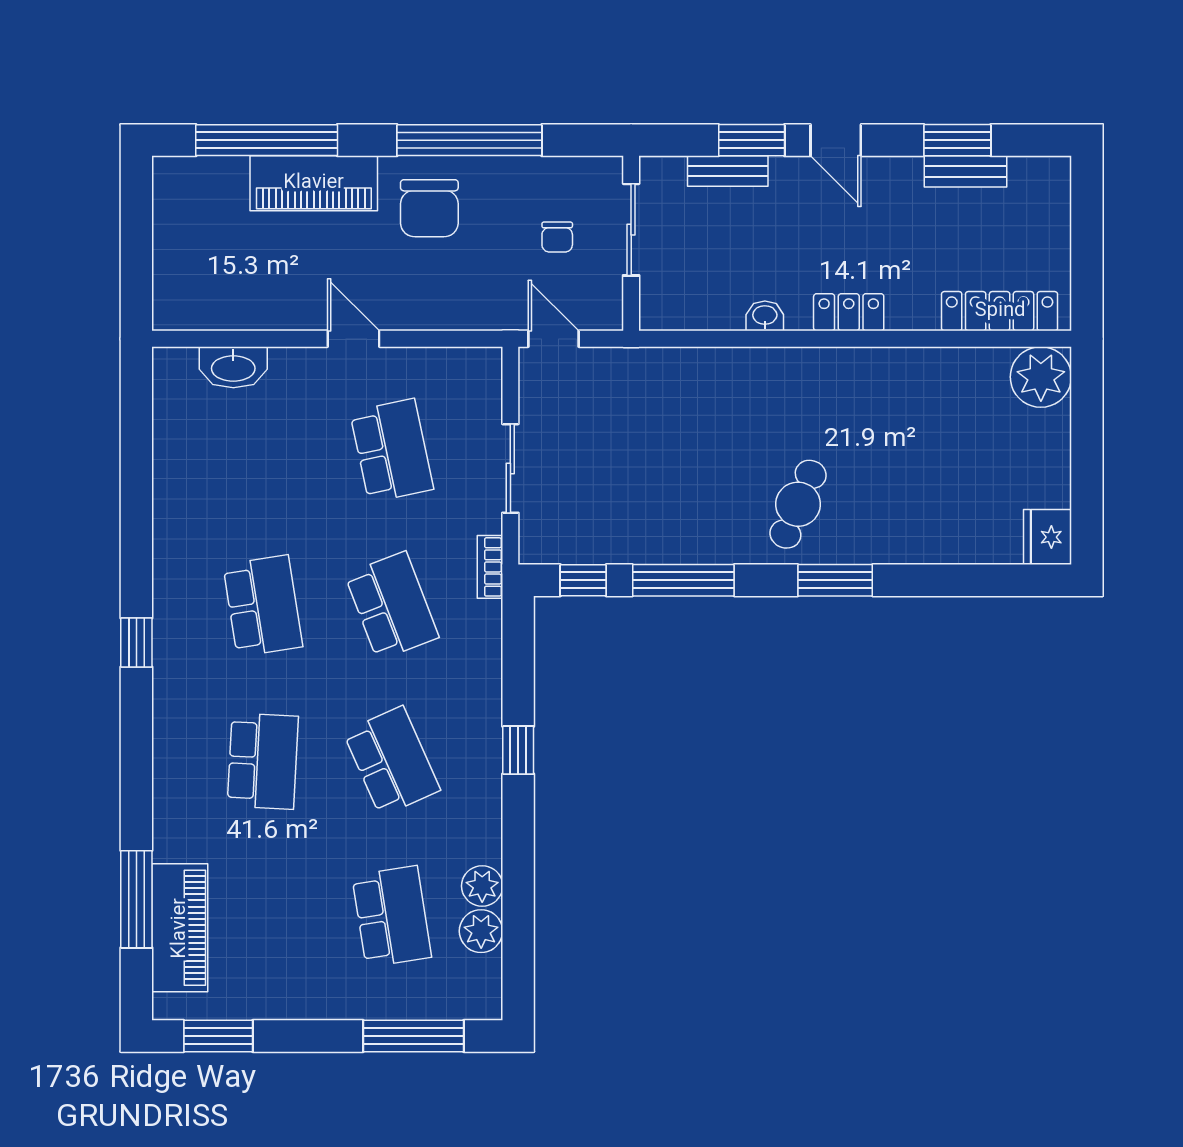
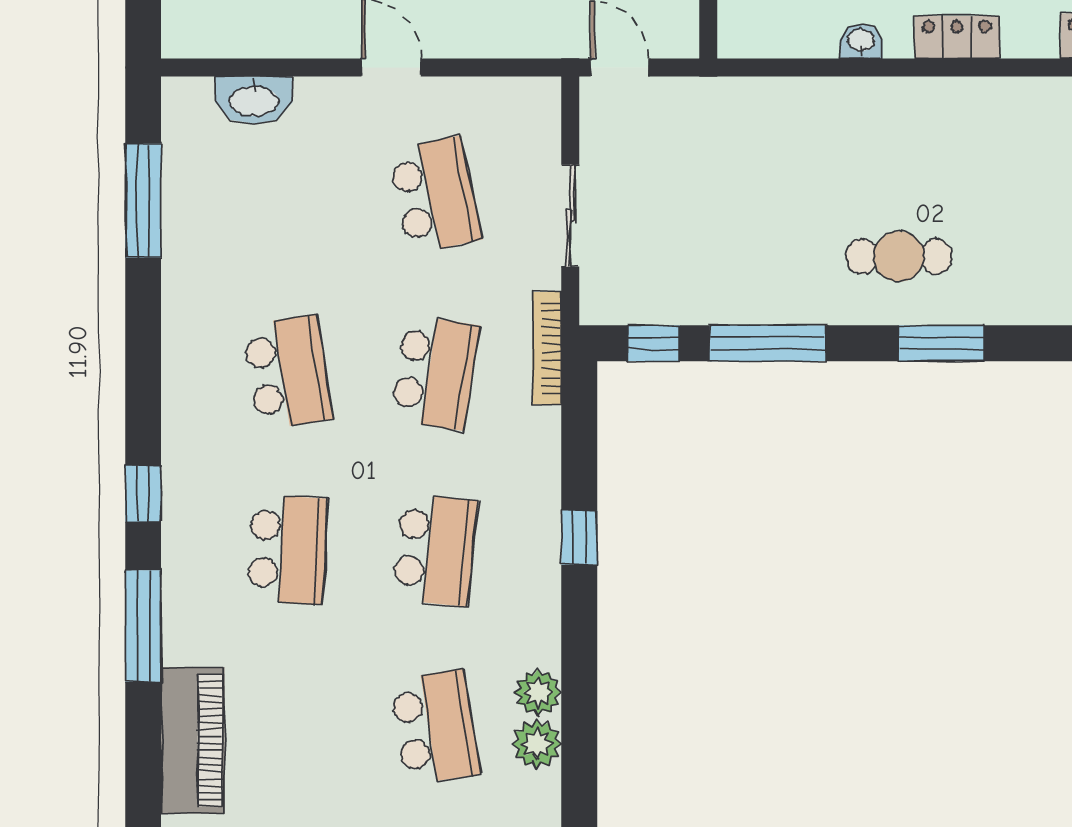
window: (136, 455) -> (143, 201), added
cafe table: (798, 504) -> (899, 256), turned 67
bookcase: (490, 567) -> (547, 348), width x1.56
school desk: (392, 606) -> (435, 372), turned 30
window: (136, 642) -> (143, 494), moved
school desk: (392, 761) -> (435, 550), turned 30
window: (136, 899) -> (143, 626), moved

